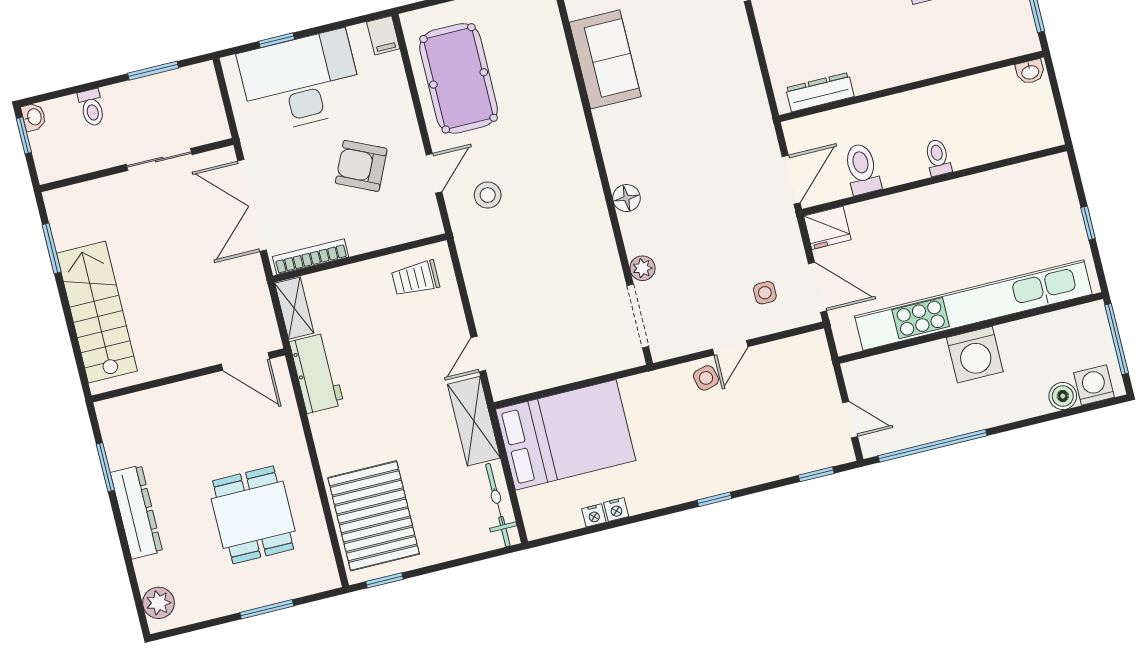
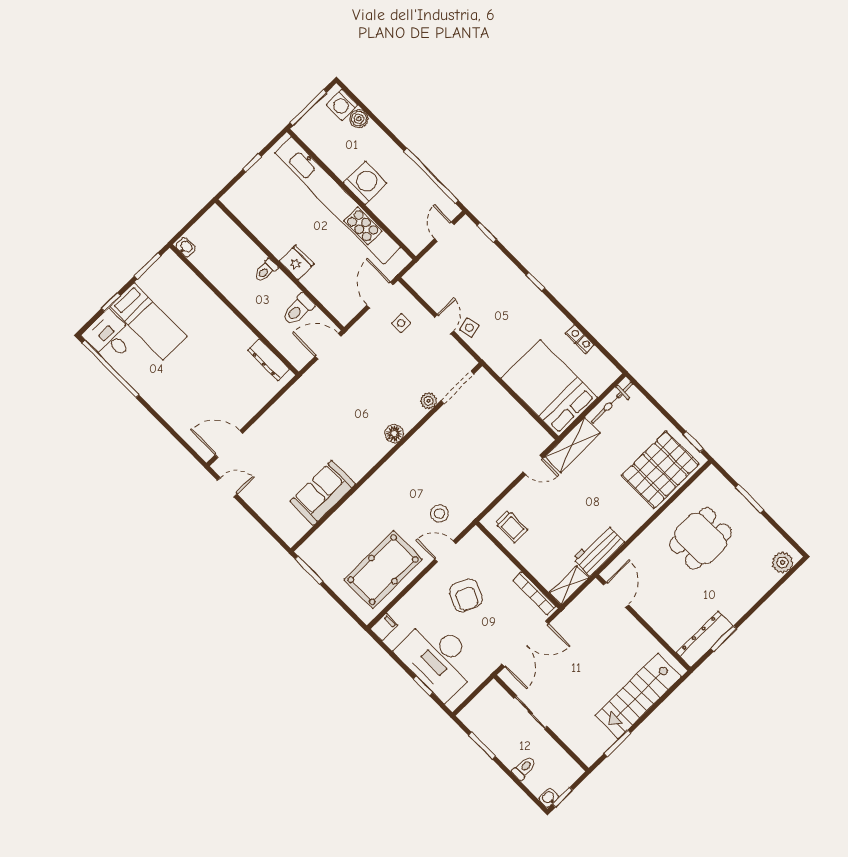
fridge: (827, 228) -> (297, 263), moved
door: (730, 348) -> (444, 324), hinge flipped
dresser: (136, 512) -> (705, 639), moved

